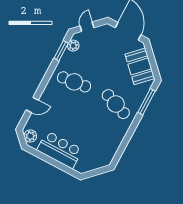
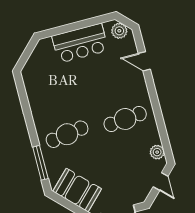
window: (61, 51) -> (164, 137), removed
cafe table: (116, 104) -> (67, 134), turned -30
door: (32, 105) -> (144, 61), hinge flipped

